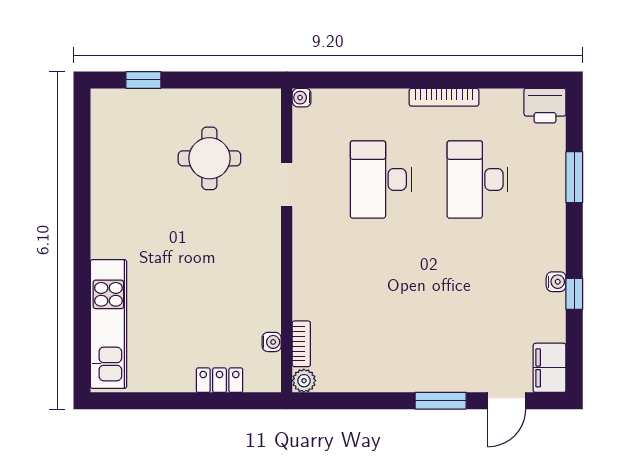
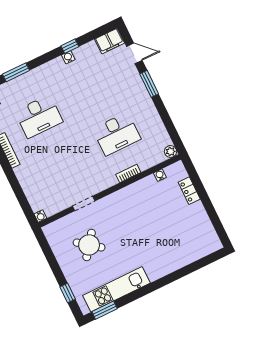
window: (82, 130) -> (105, 310), added
round table: (209, 158) -> (89, 245), turned 37
desk: (381, 179) -> (117, 134), moved
kitchen unit: (108, 324) -> (117, 289), moved
bookcase: (301, 344) -> (128, 173), moved

